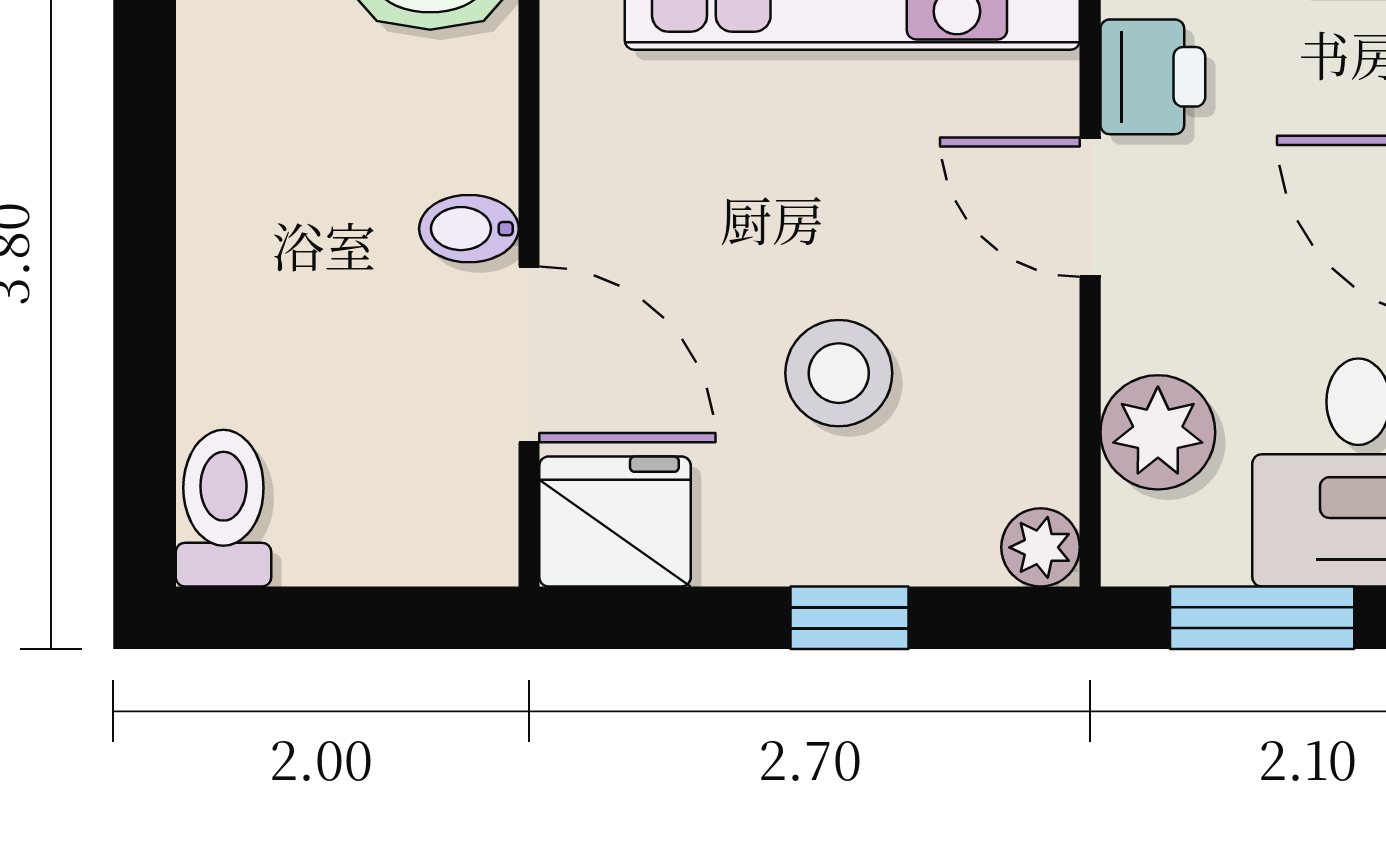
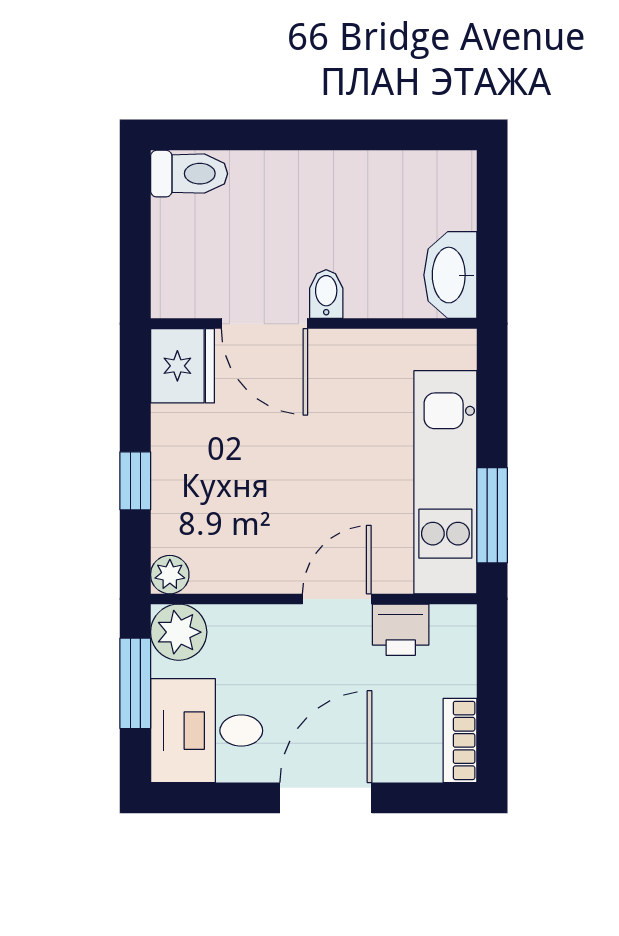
door: (529, 354) -> (264, 324), hinge flipped
stool: (839, 373) -> (255, 476), removed
plant: (1158, 432) -> (179, 632), moved

